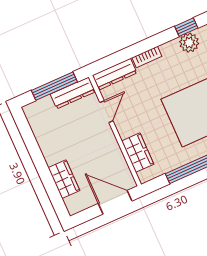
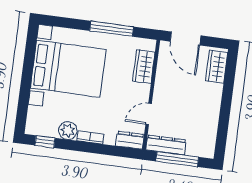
plant: (189, 43) -> (68, 131), moved
dresser: (115, 74) -> (130, 140), width x0.70
wardrobe: (64, 179) -> (217, 67), moved

